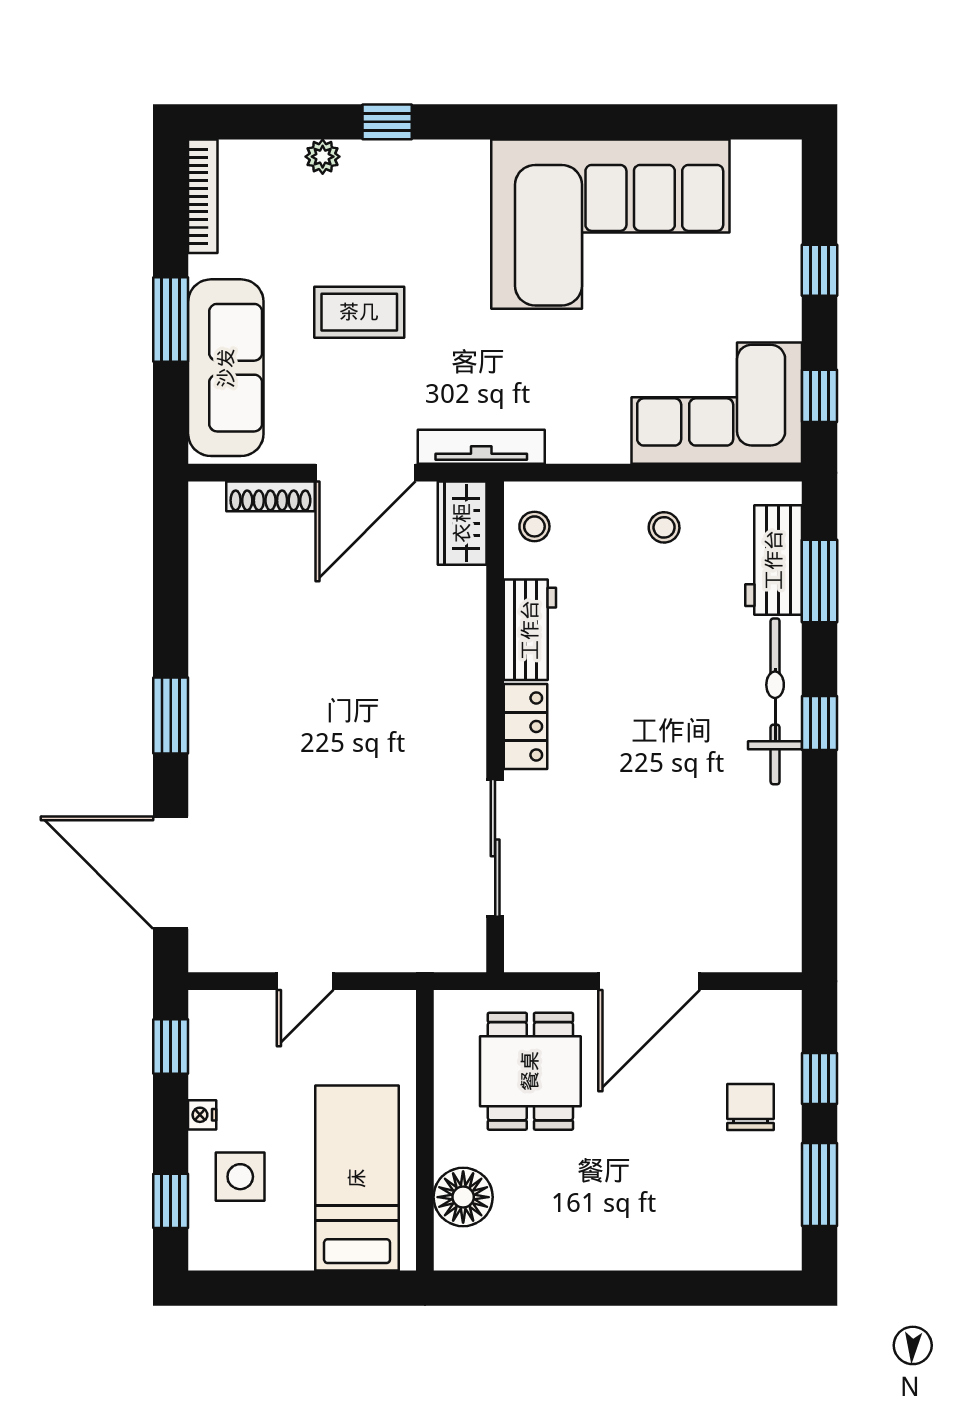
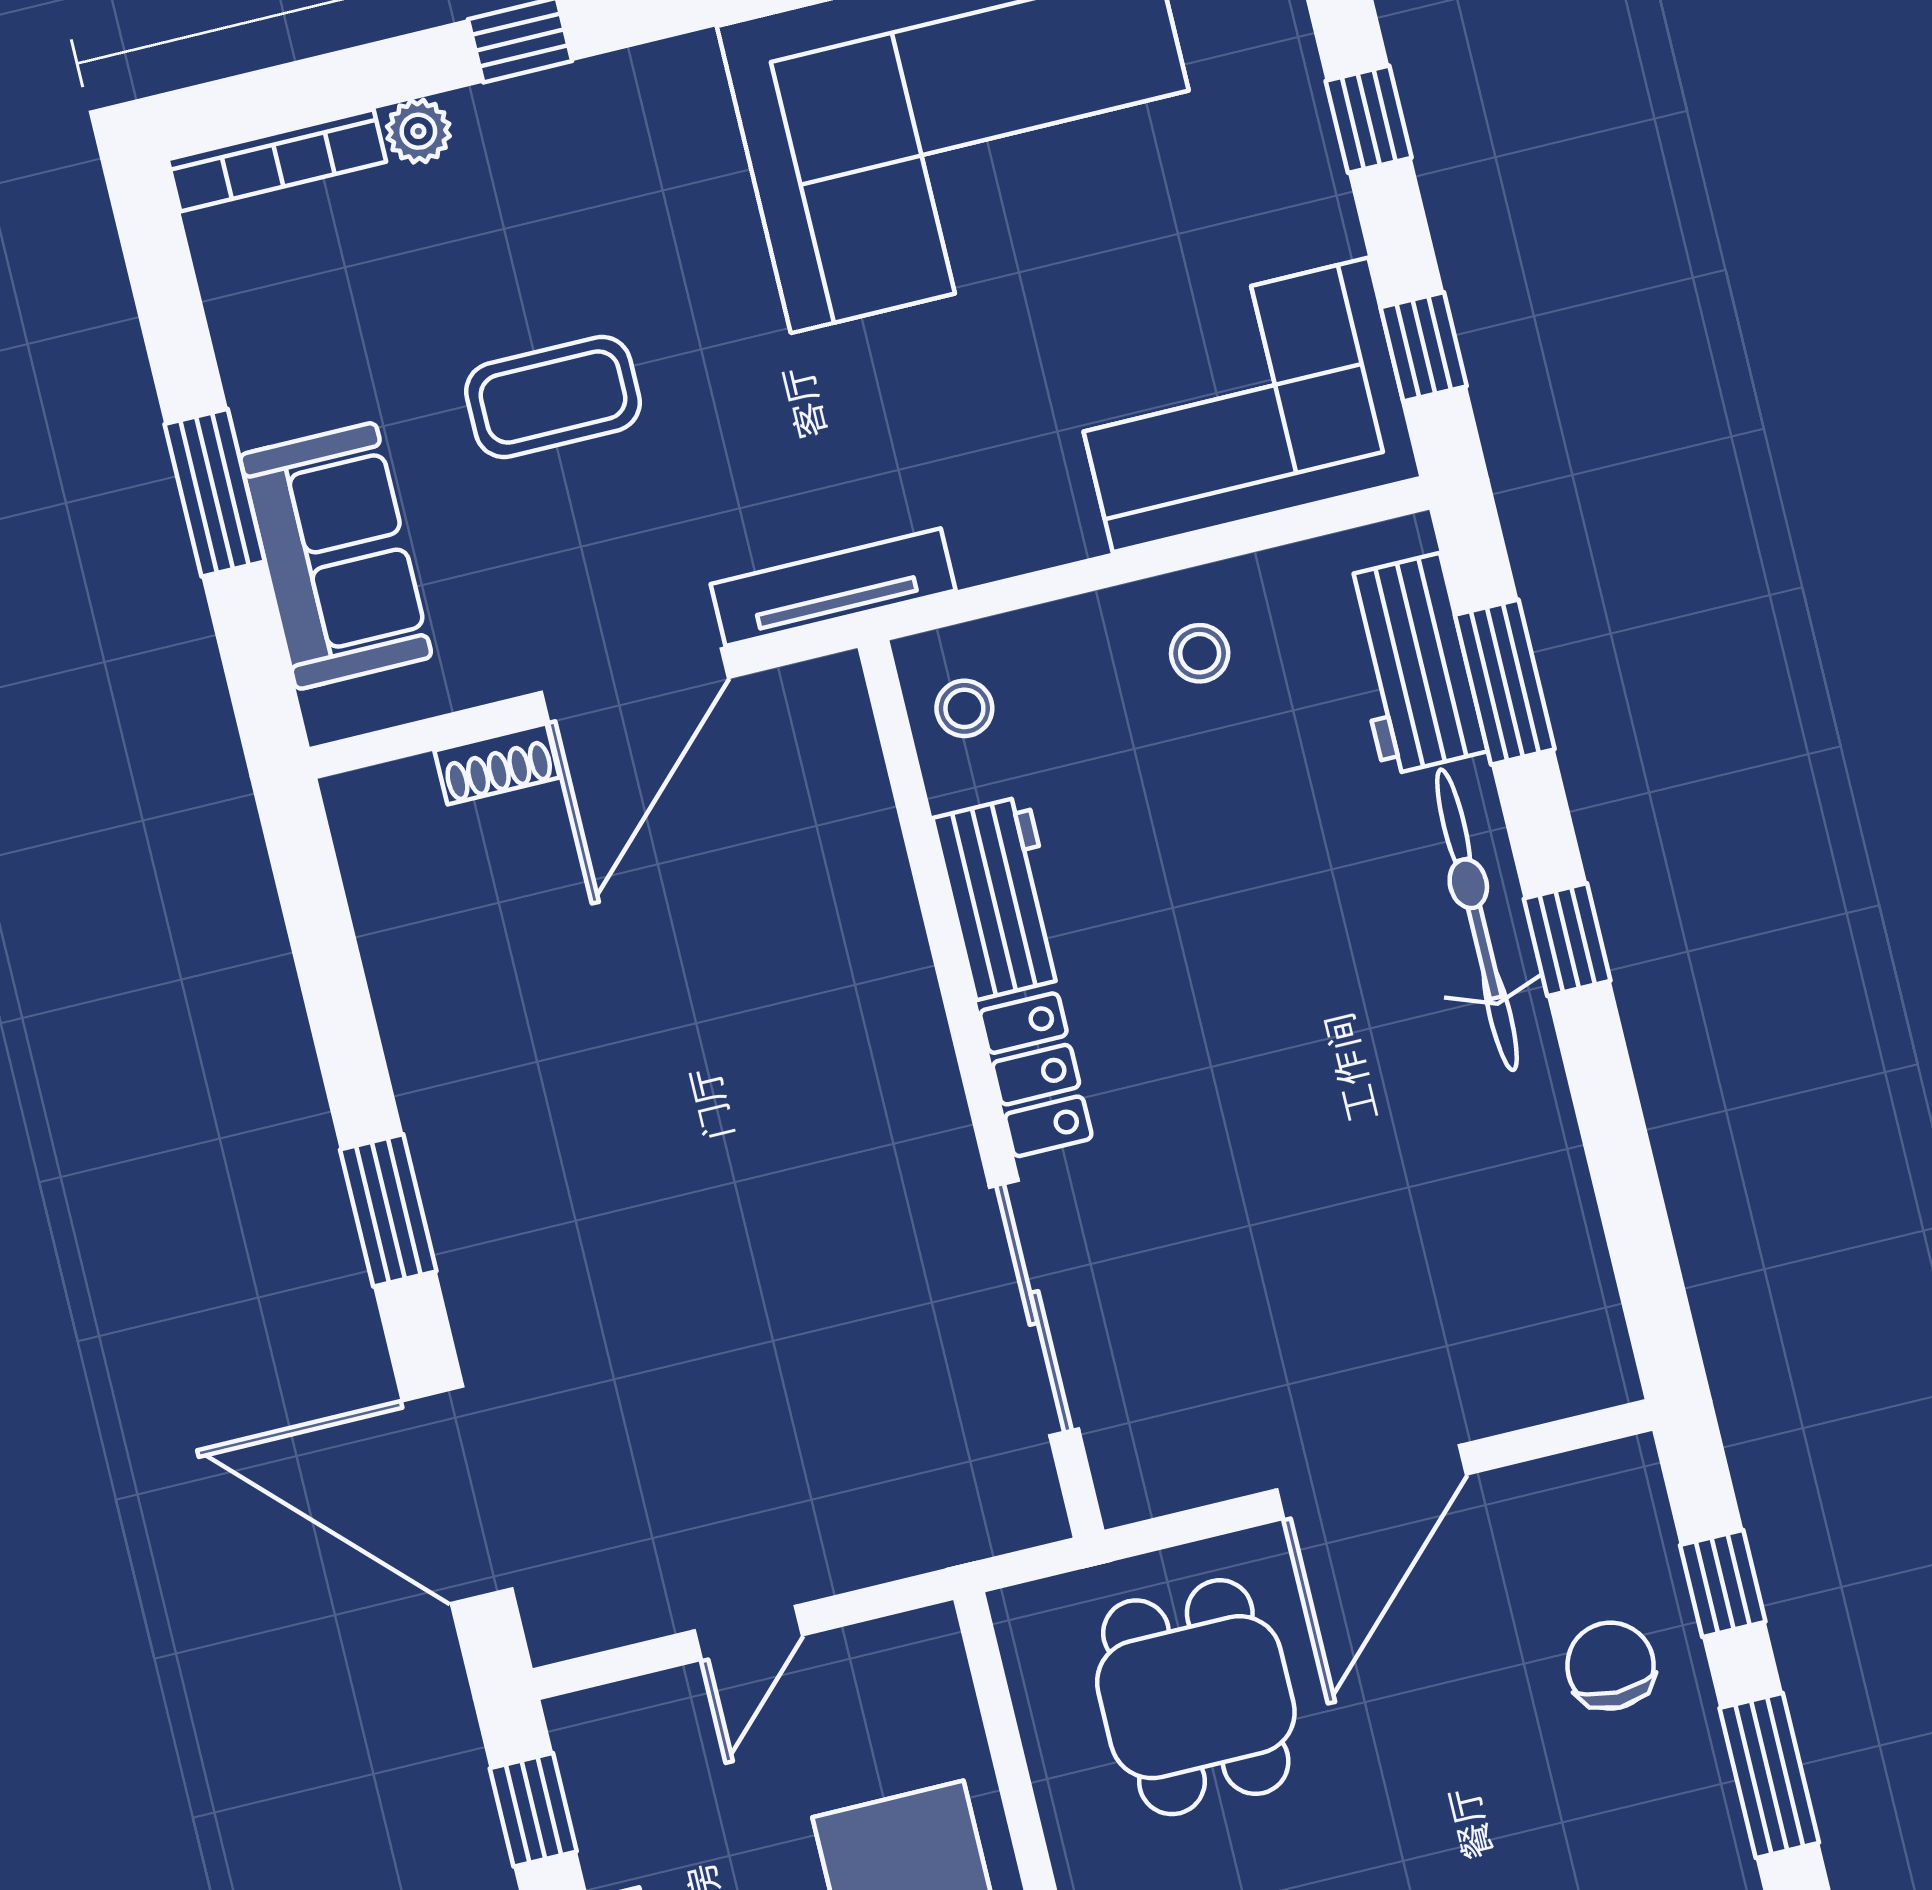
bookcase: (203, 196) -> (277, 160), moved, turned 90
sofa: (226, 368) -> (336, 556), width x0.73
shoe rack: (270, 496) -> (497, 764), width x0.70
wardrobe: (462, 523) -> (832, 734), removed

